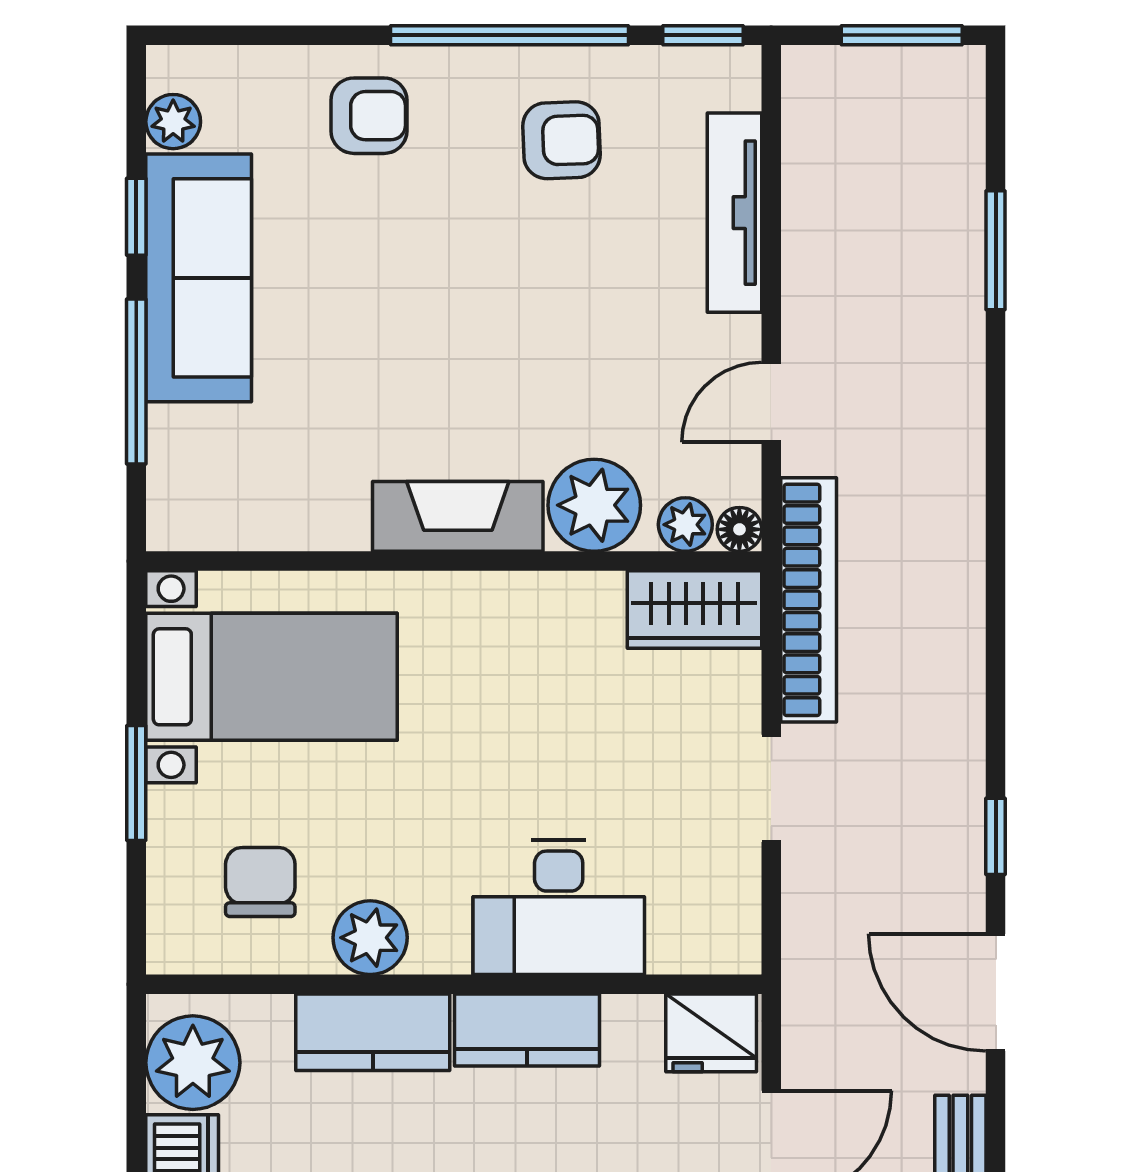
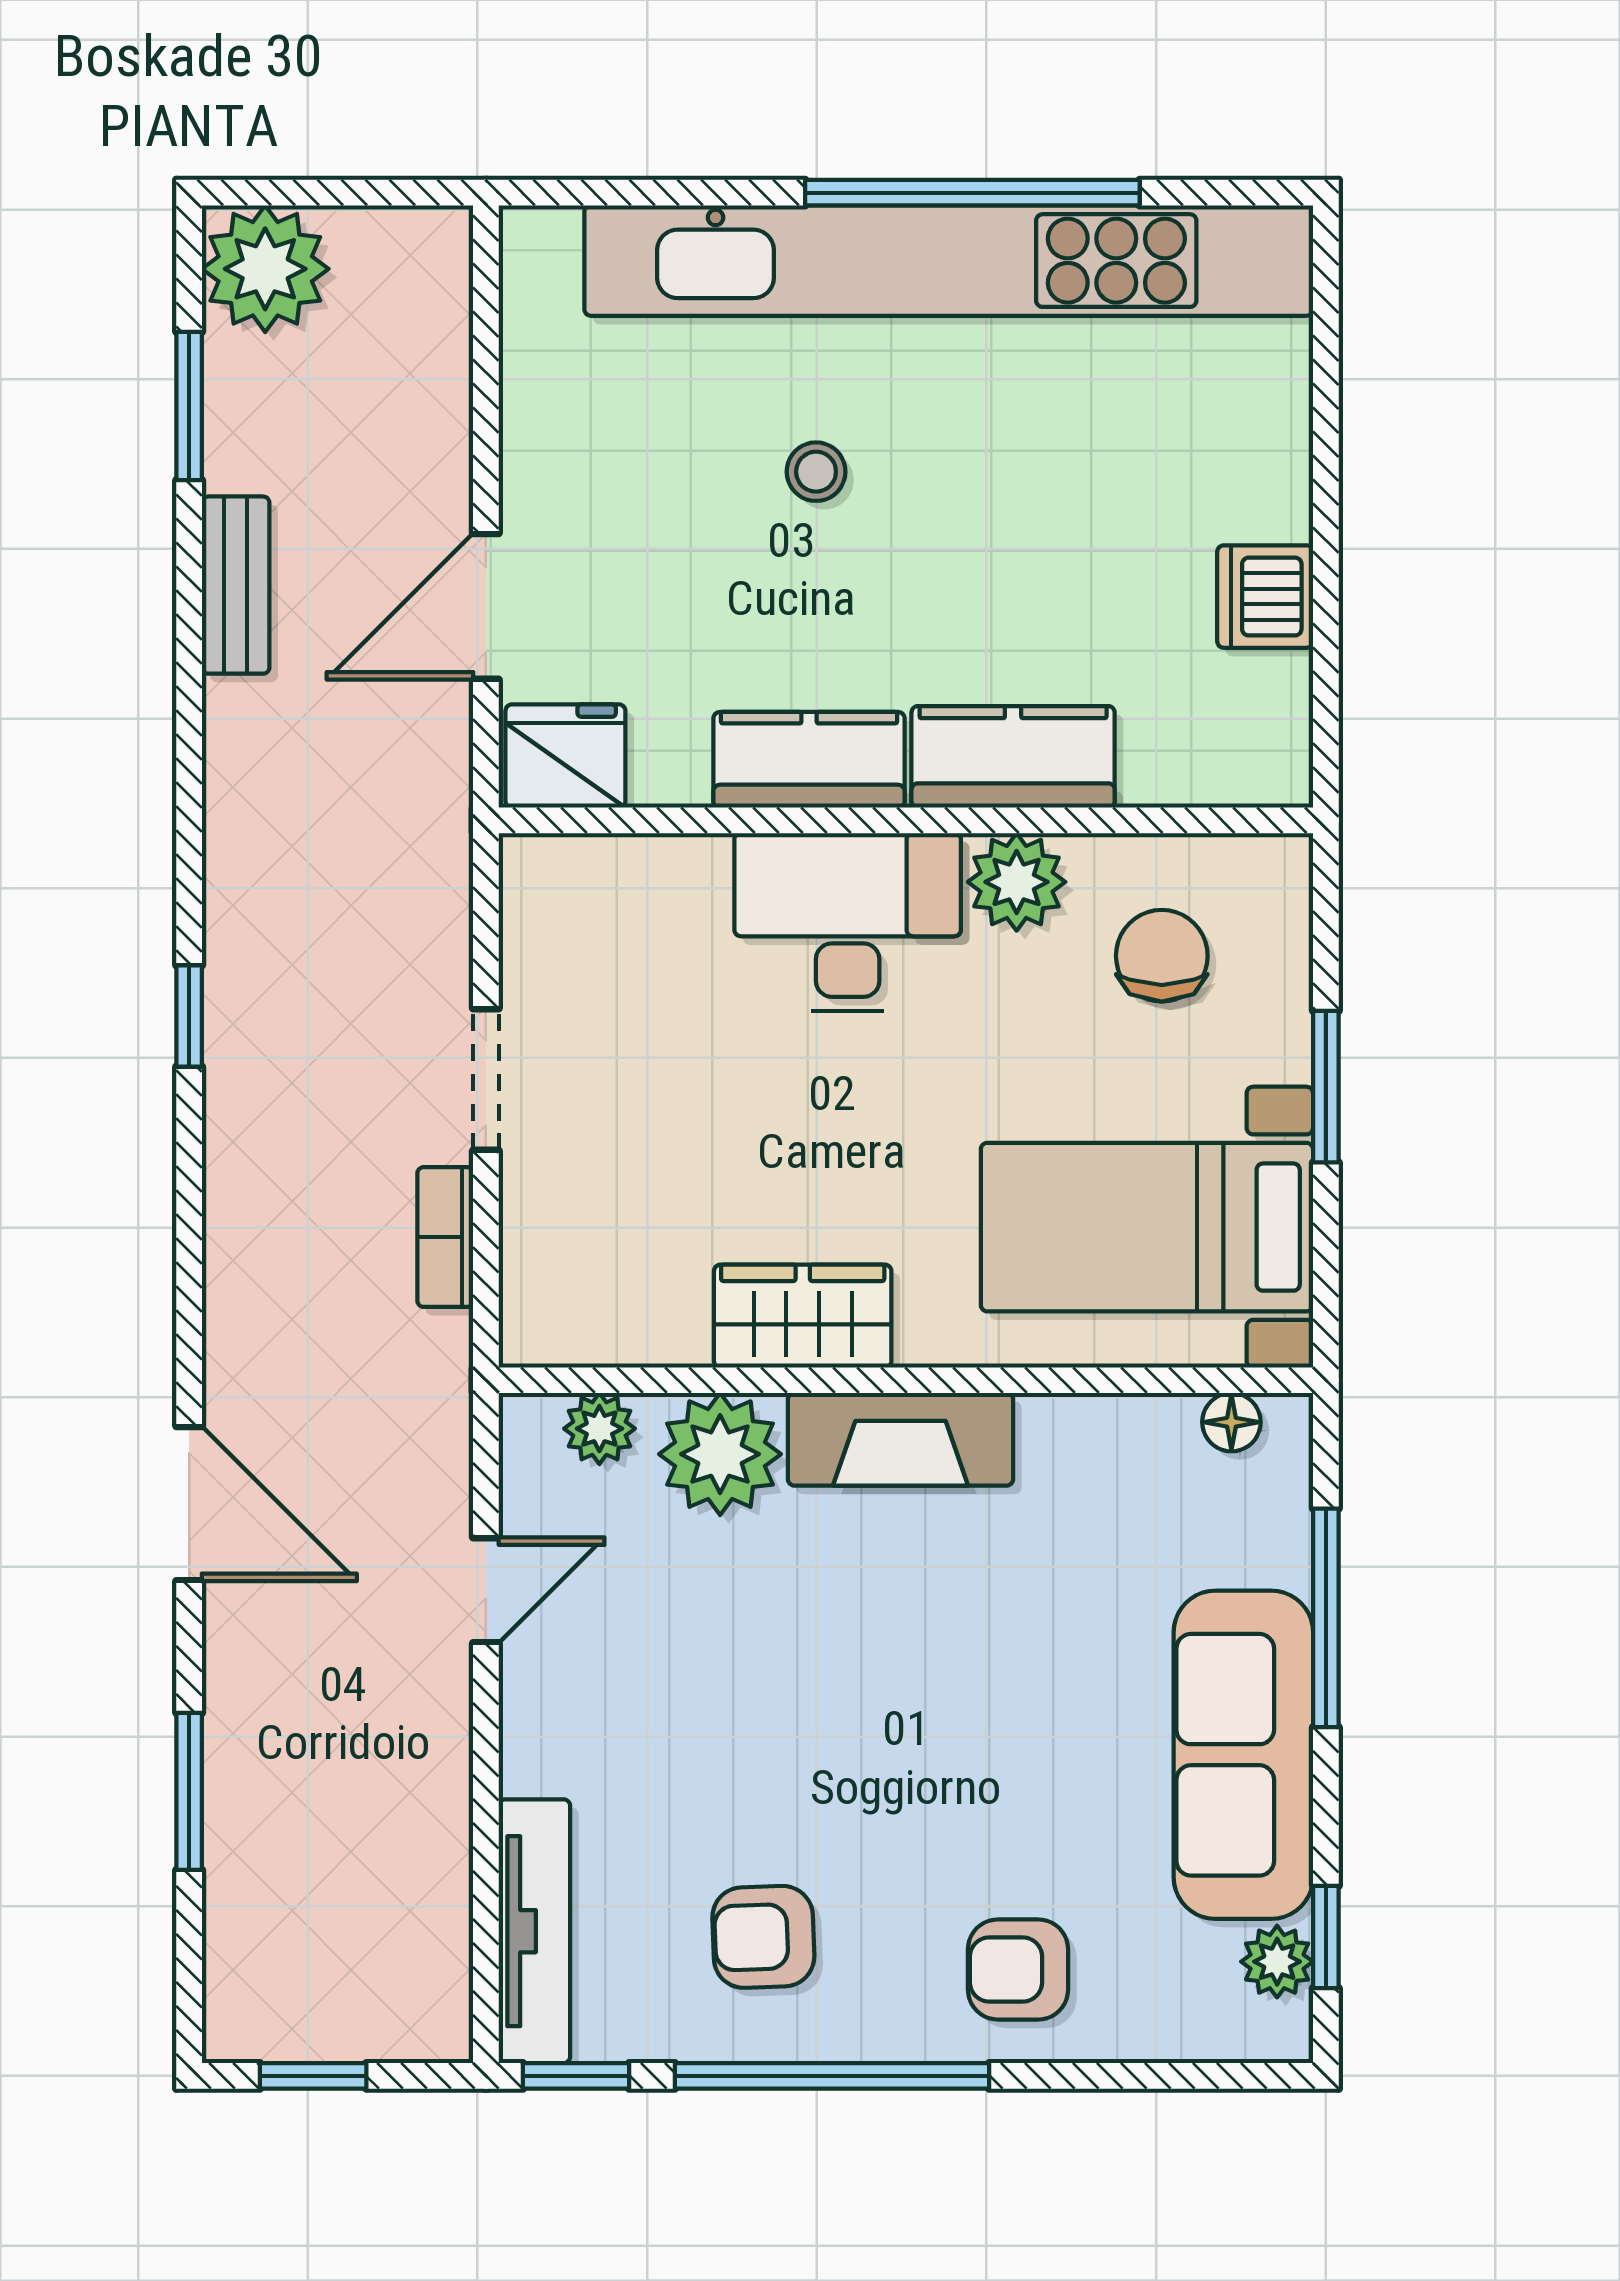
window: (902, 35) -> (313, 2076), width x0.67
tv unit: (735, 213) -> (534, 1931), moved
window: (136, 217) -> (1326, 1937), moved
floor lamp: (739, 529) -> (1231, 1422), moved
bookcase: (809, 600) -> (445, 1237), width x0.43, depth x0.76
wardrobe: (694, 610) -> (803, 1316), moved
chair: (260, 882) -> (1162, 956), turned 180
desk: (559, 907) -> (848, 922), moved
door: (996, 992) -> (189, 1504), moved
plant: (193, 1063) -> (1251, 717), removed

